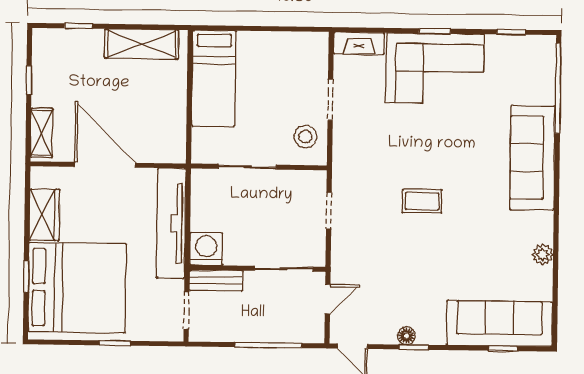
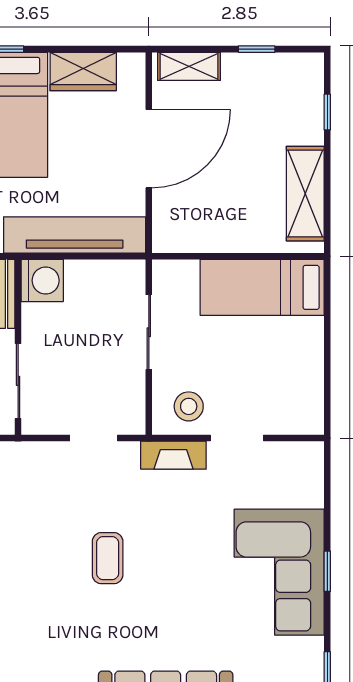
fireplace: (359, 43) -> (173, 455), moved, turned -90

